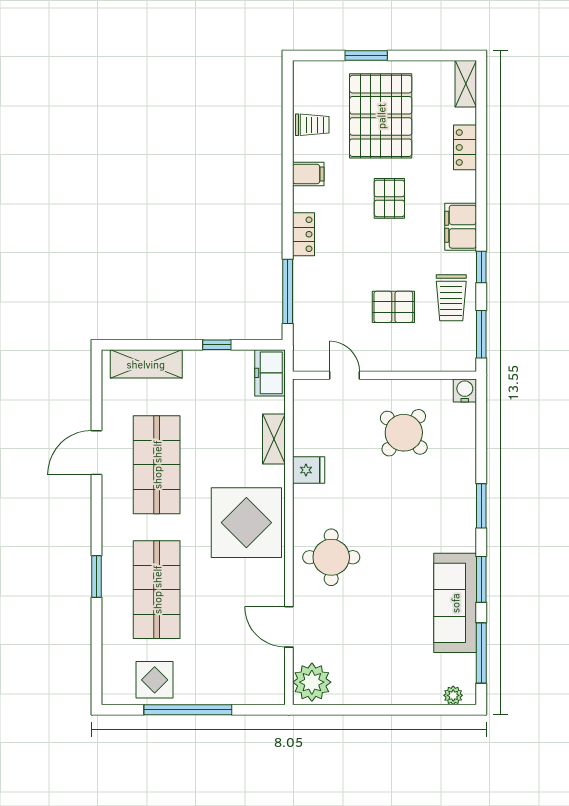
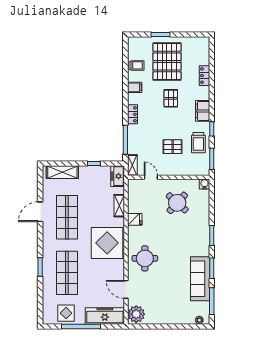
shelving: (466, 84) -> (132, 165), moved
freezer: (241, 686) -> (105, 316), added

